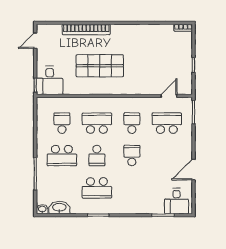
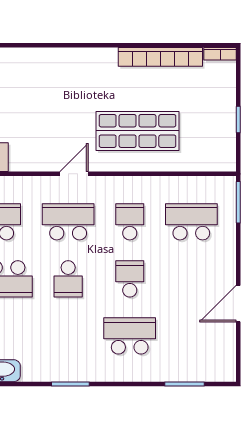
bookcase: (86, 29) -> (160, 57), moved
shop shelf: (100, 66) -> (137, 131), moved
door: (169, 96) -> (74, 174), moved
school desk: (97, 188) -> (130, 336), moved, turned 180
desk: (177, 201) -> (208, 359), removed

